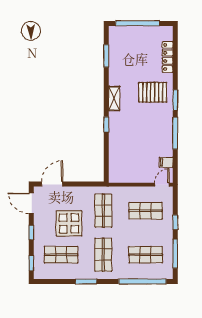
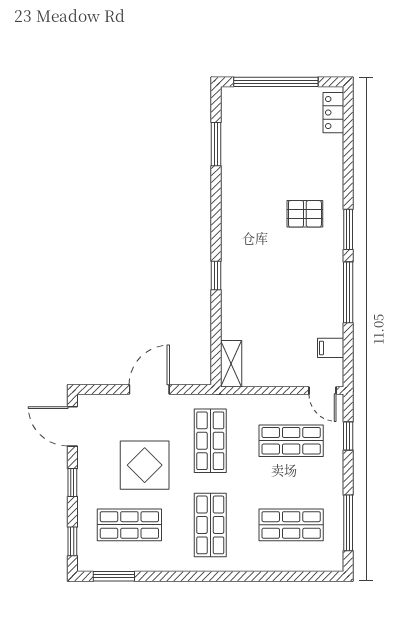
locker: (168, 57) -> (333, 113), moved, width x0.66
pallet: (153, 92) -> (305, 214), width x0.67, depth x0.71
shelving: (114, 98) -> (231, 364), moved
door: (52, 184) -> (149, 389), moved
door: (162, 185) -> (323, 391), swing flipped
window: (175, 222) -> (348, 436), moved
window: (86, 281) -> (114, 576), moved
window: (142, 281) -> (285, 576), removed

